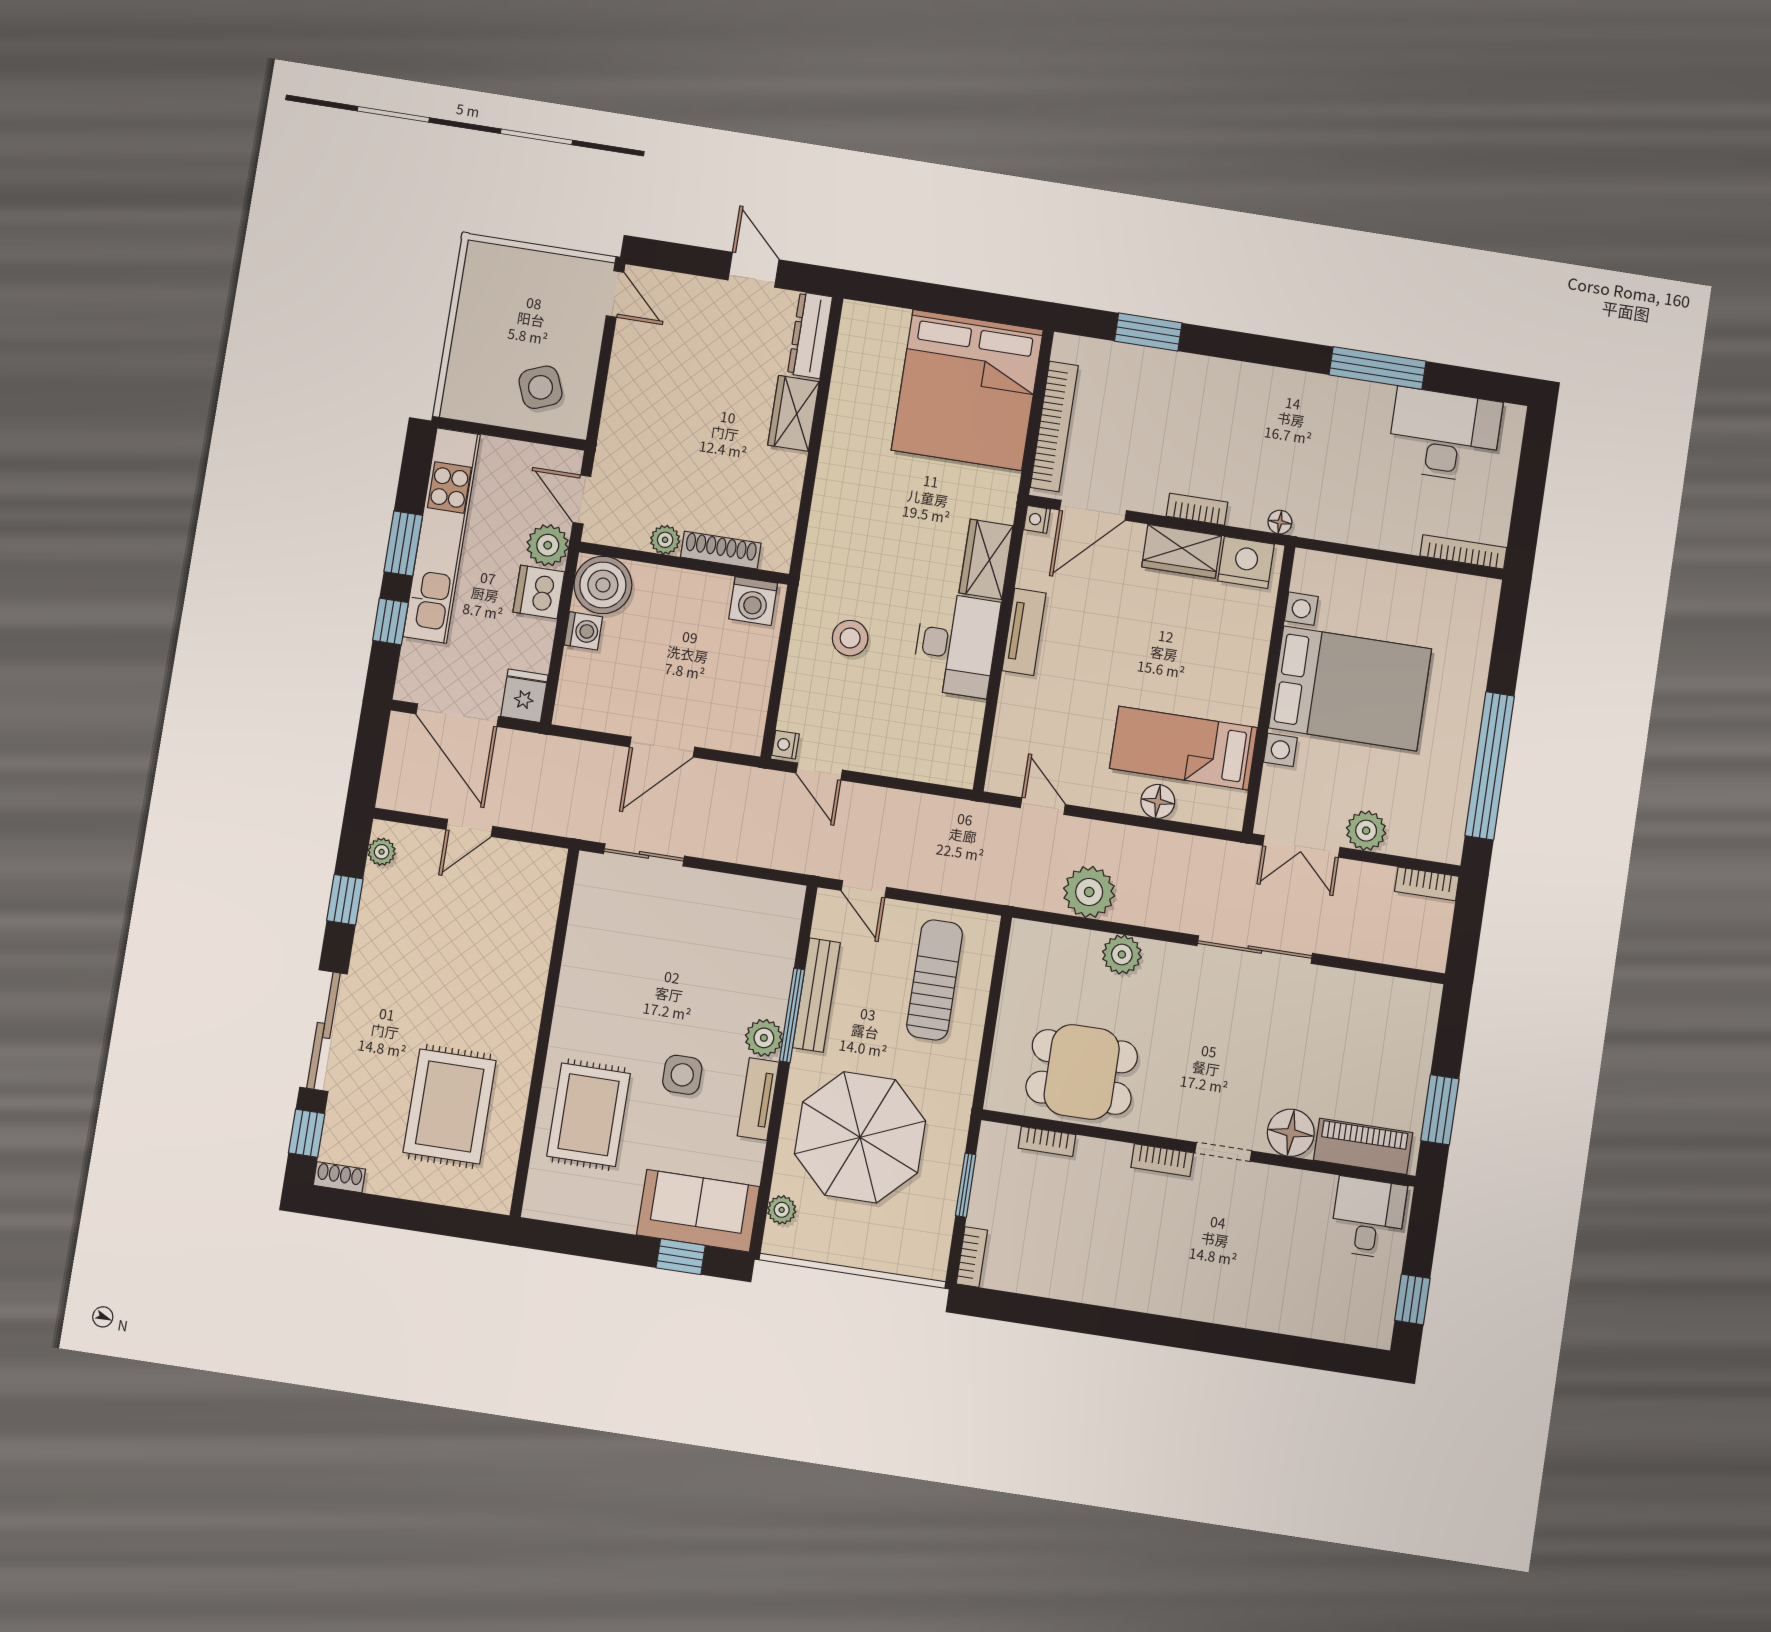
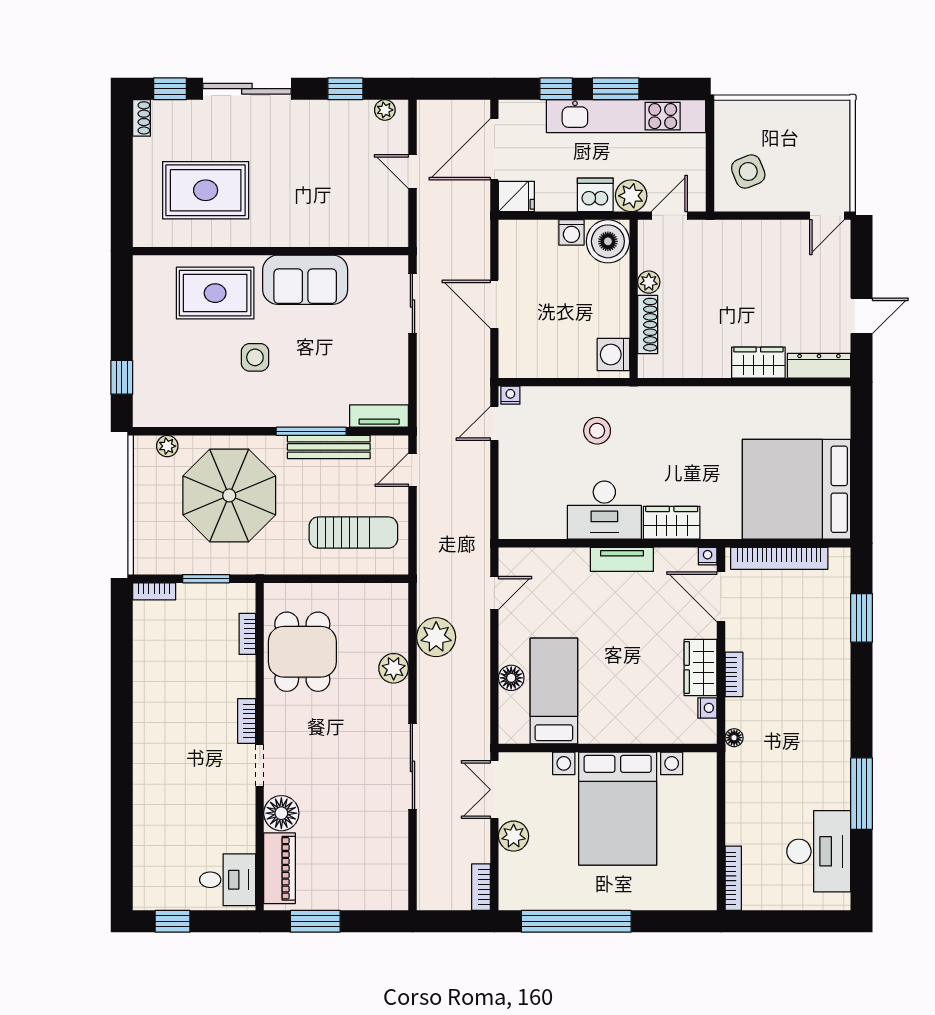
nightstand: (1246, 562) -> (707, 708), width x0.53, depth x0.56
plant: (764, 1038) -> (291, 413), removed
tv unit: (758, 1099) -> (379, 416), moved
sofa: (698, 1211) -> (305, 280), moved, turned 90

